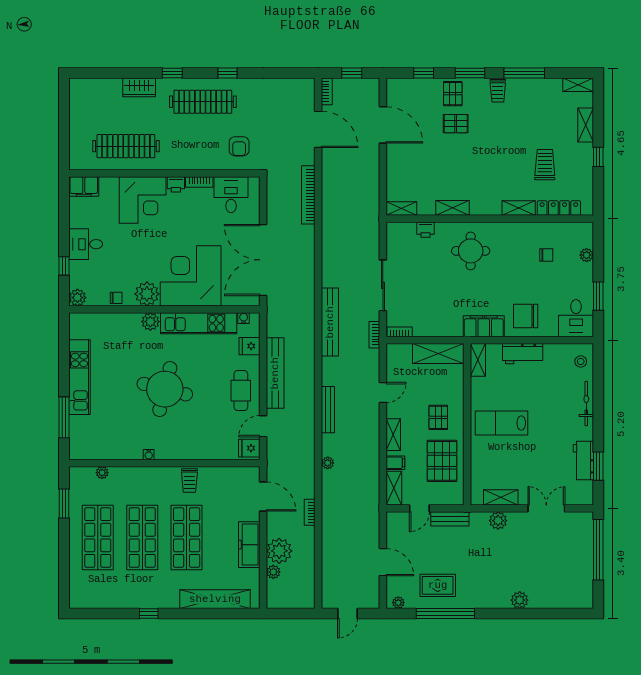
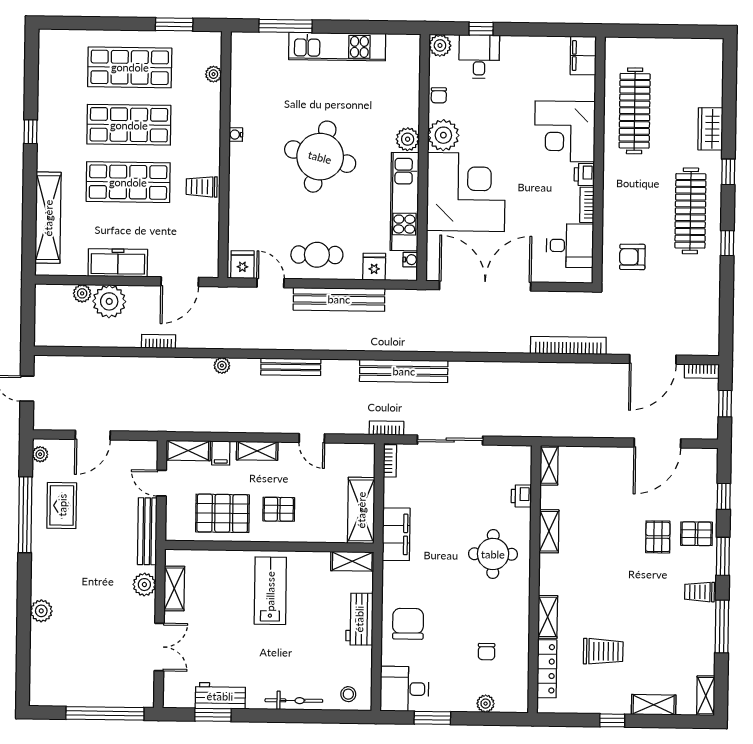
desk: (86, 244) -> (479, 57), moved
filing cabinet: (484, 326) -> (396, 534), moved
bench: (450, 519) -> (147, 531), width x1.36

